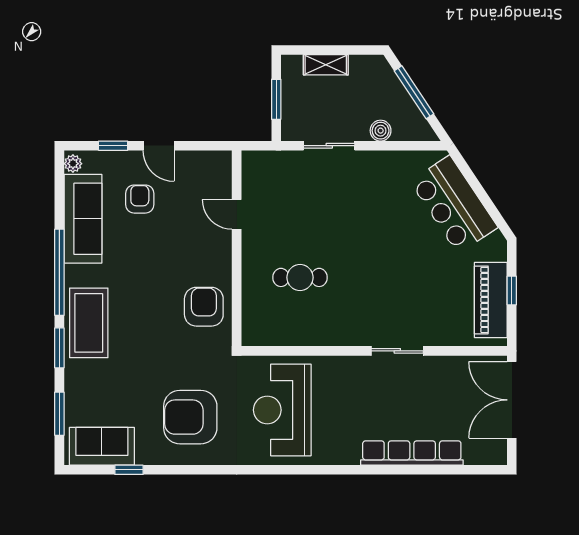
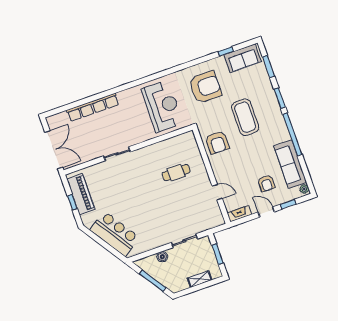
fireplace: (209, 160) -> (239, 214), added
coffee table: (89, 323) -> (245, 117), moved

